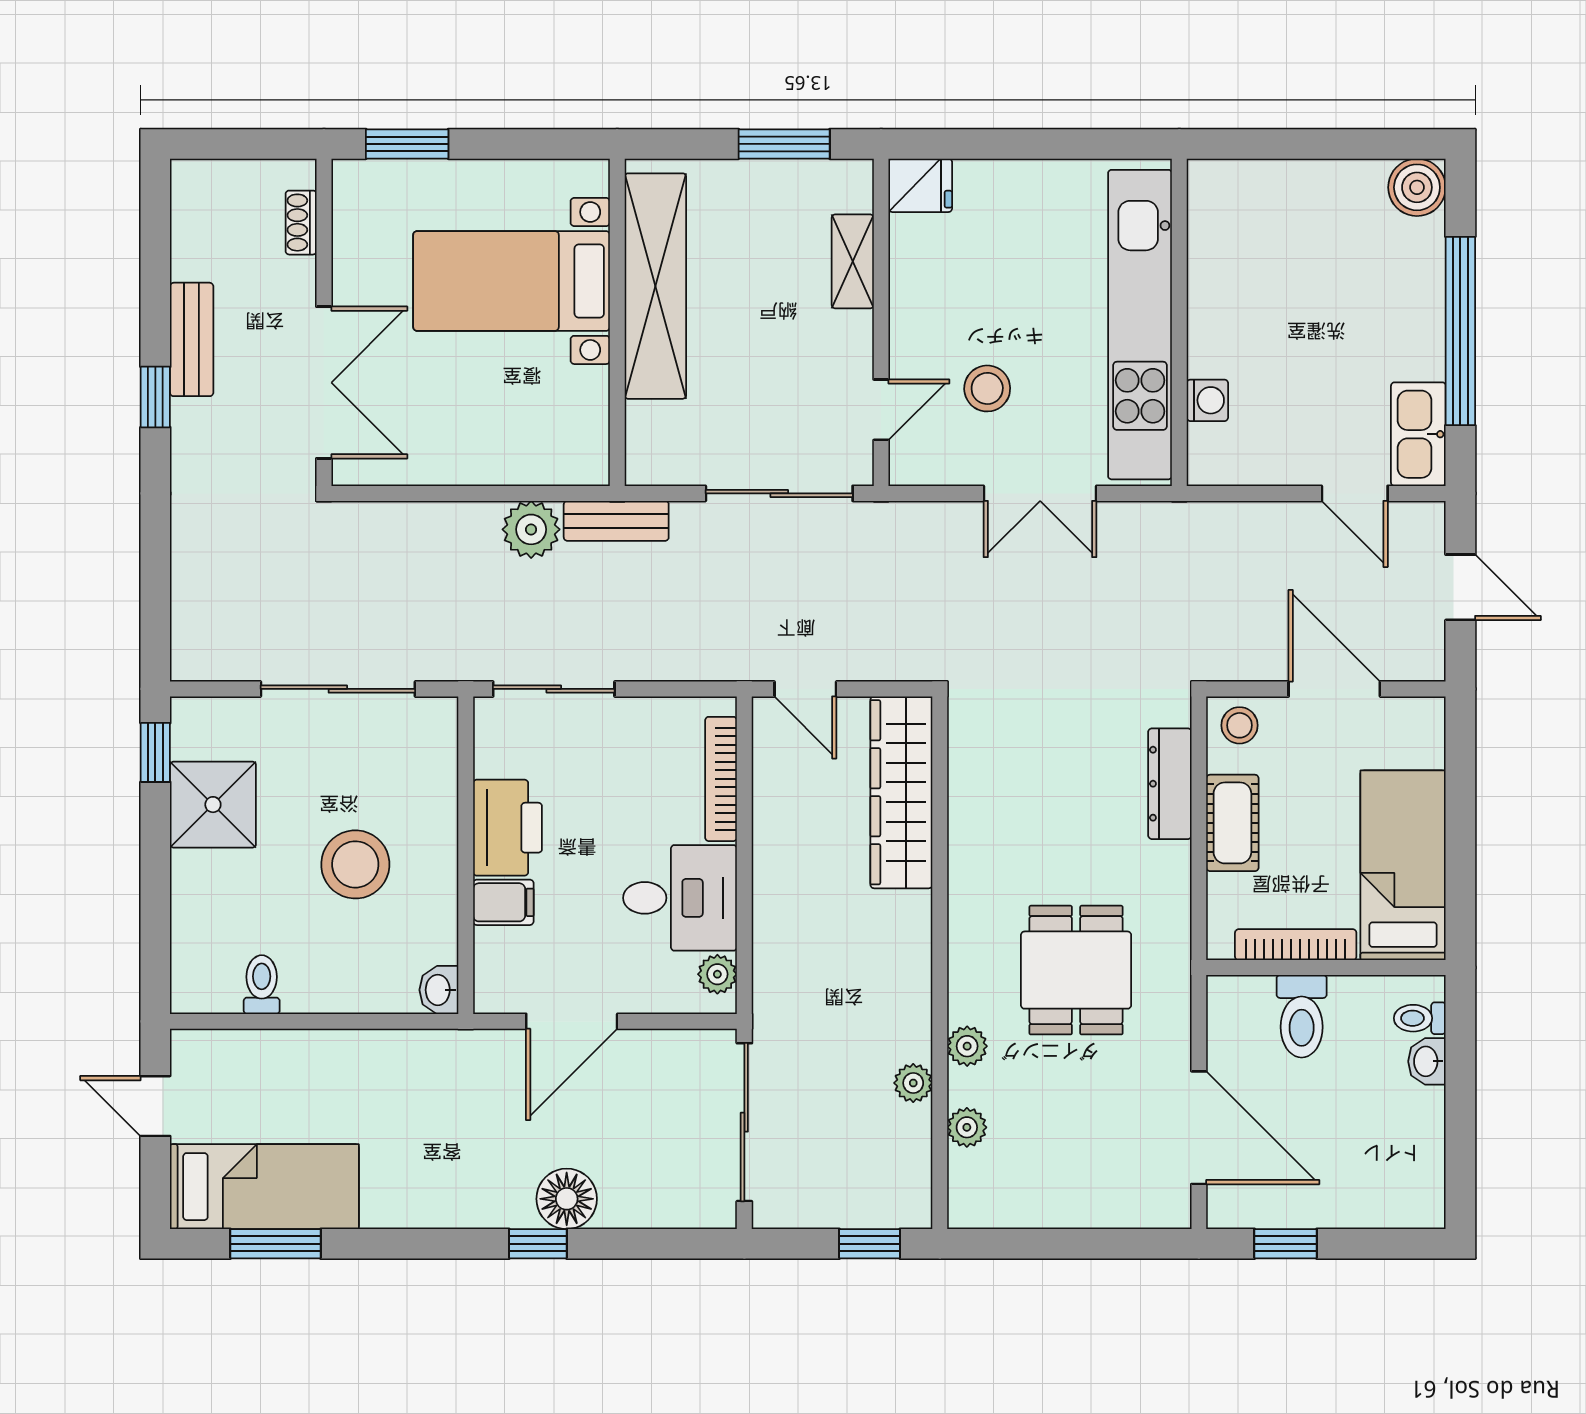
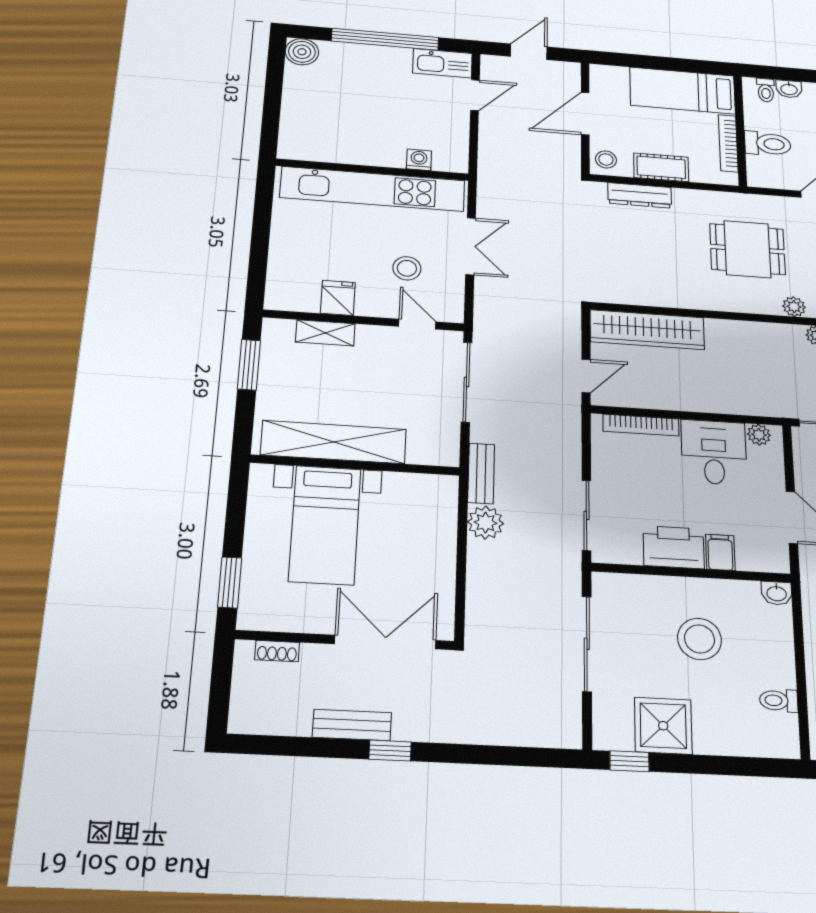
fridge: (920, 185) -> (338, 298), moved

